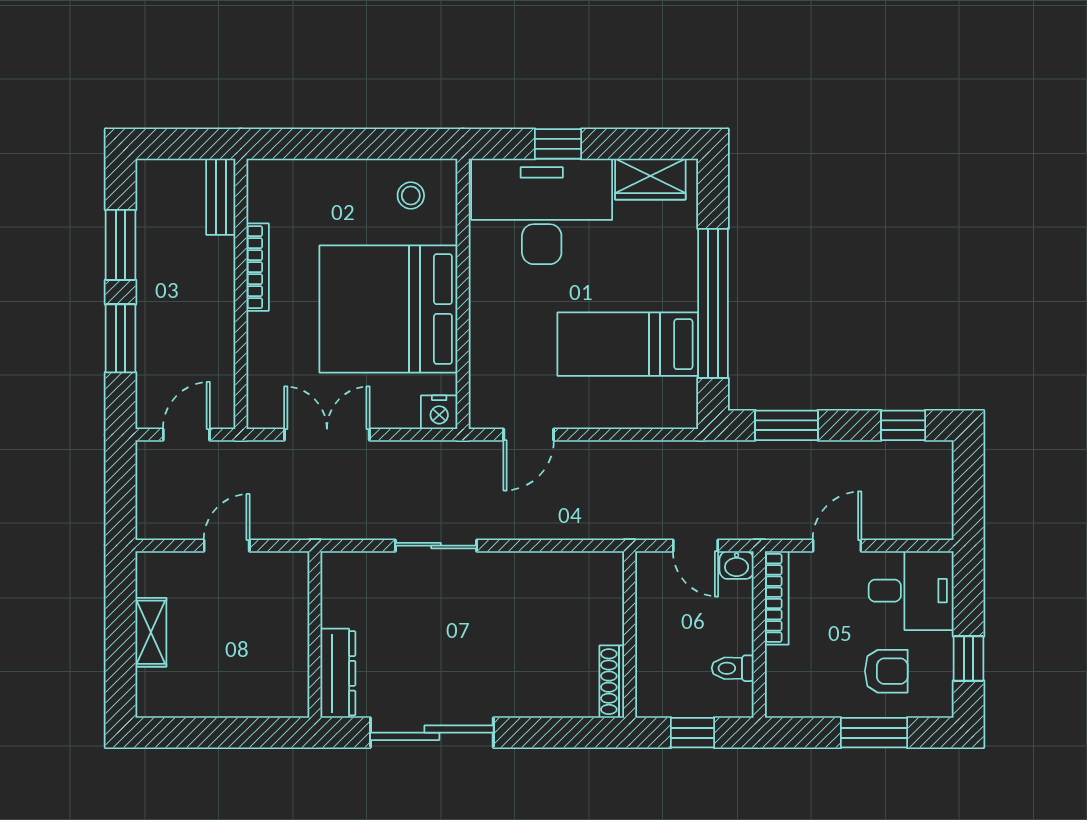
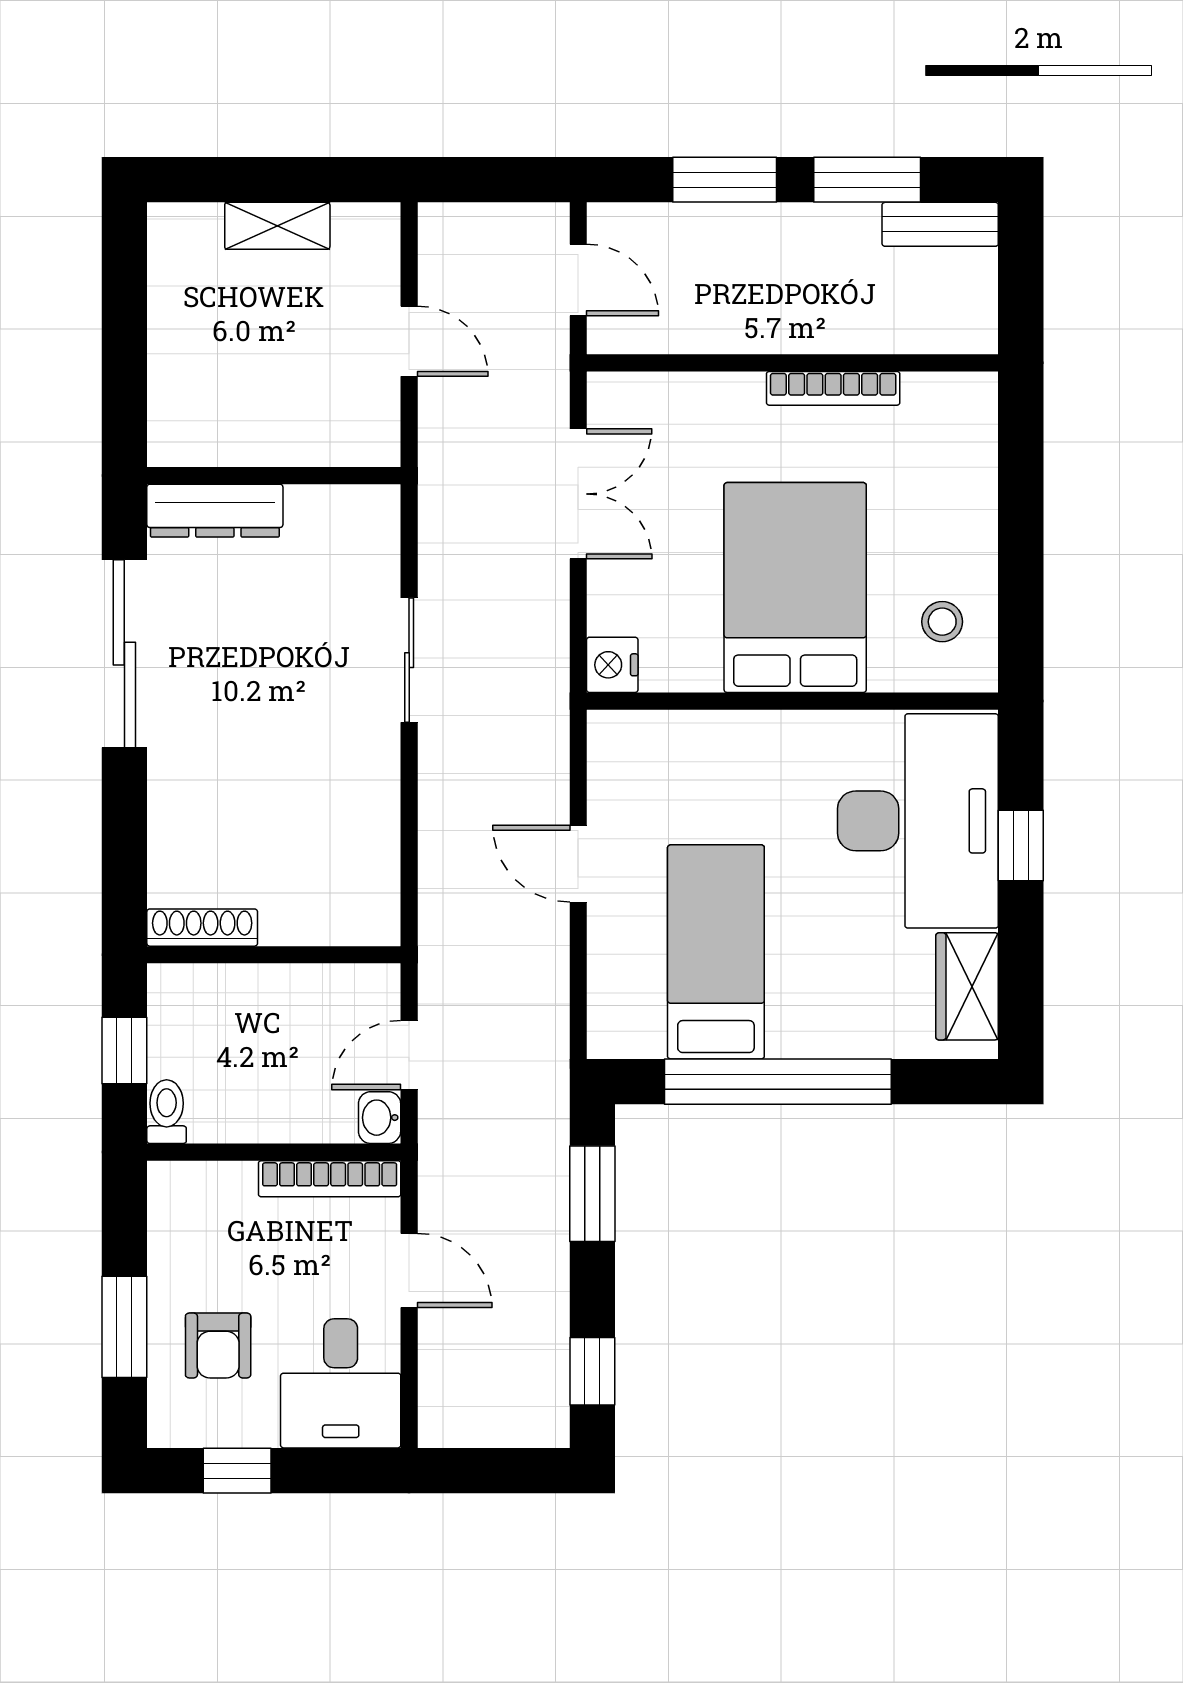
bench: (221, 197) -> (940, 224), moved
bed: (388, 309) -> (795, 588), width x0.73
door: (529, 435) -> (578, 864), moved
toilet: (733, 668) -> (167, 1112), moved

